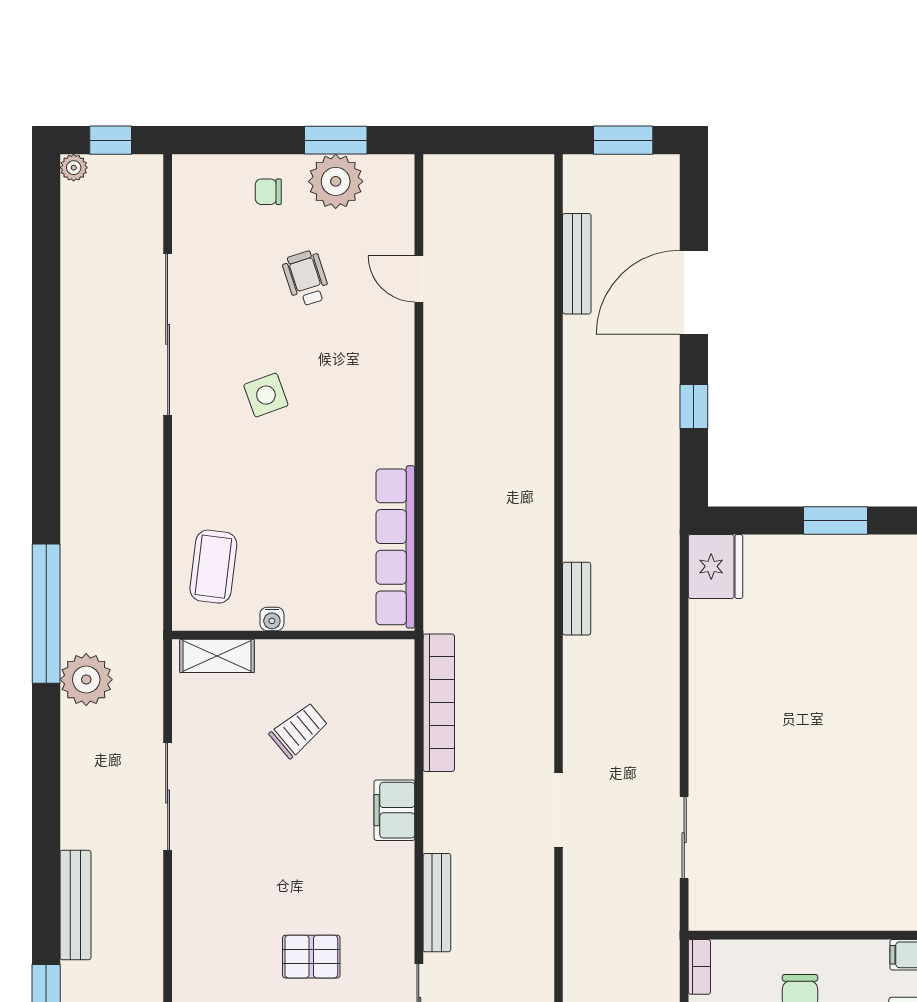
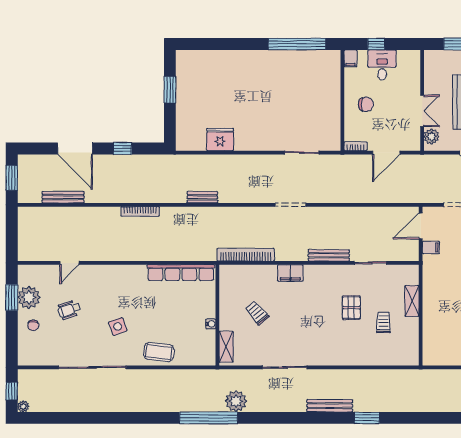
bookcase: (543, 449) -> (140, 211), added
fridge: (715, 566) -> (220, 140), moved
coffee table: (213, 567) -> (159, 352), moved

